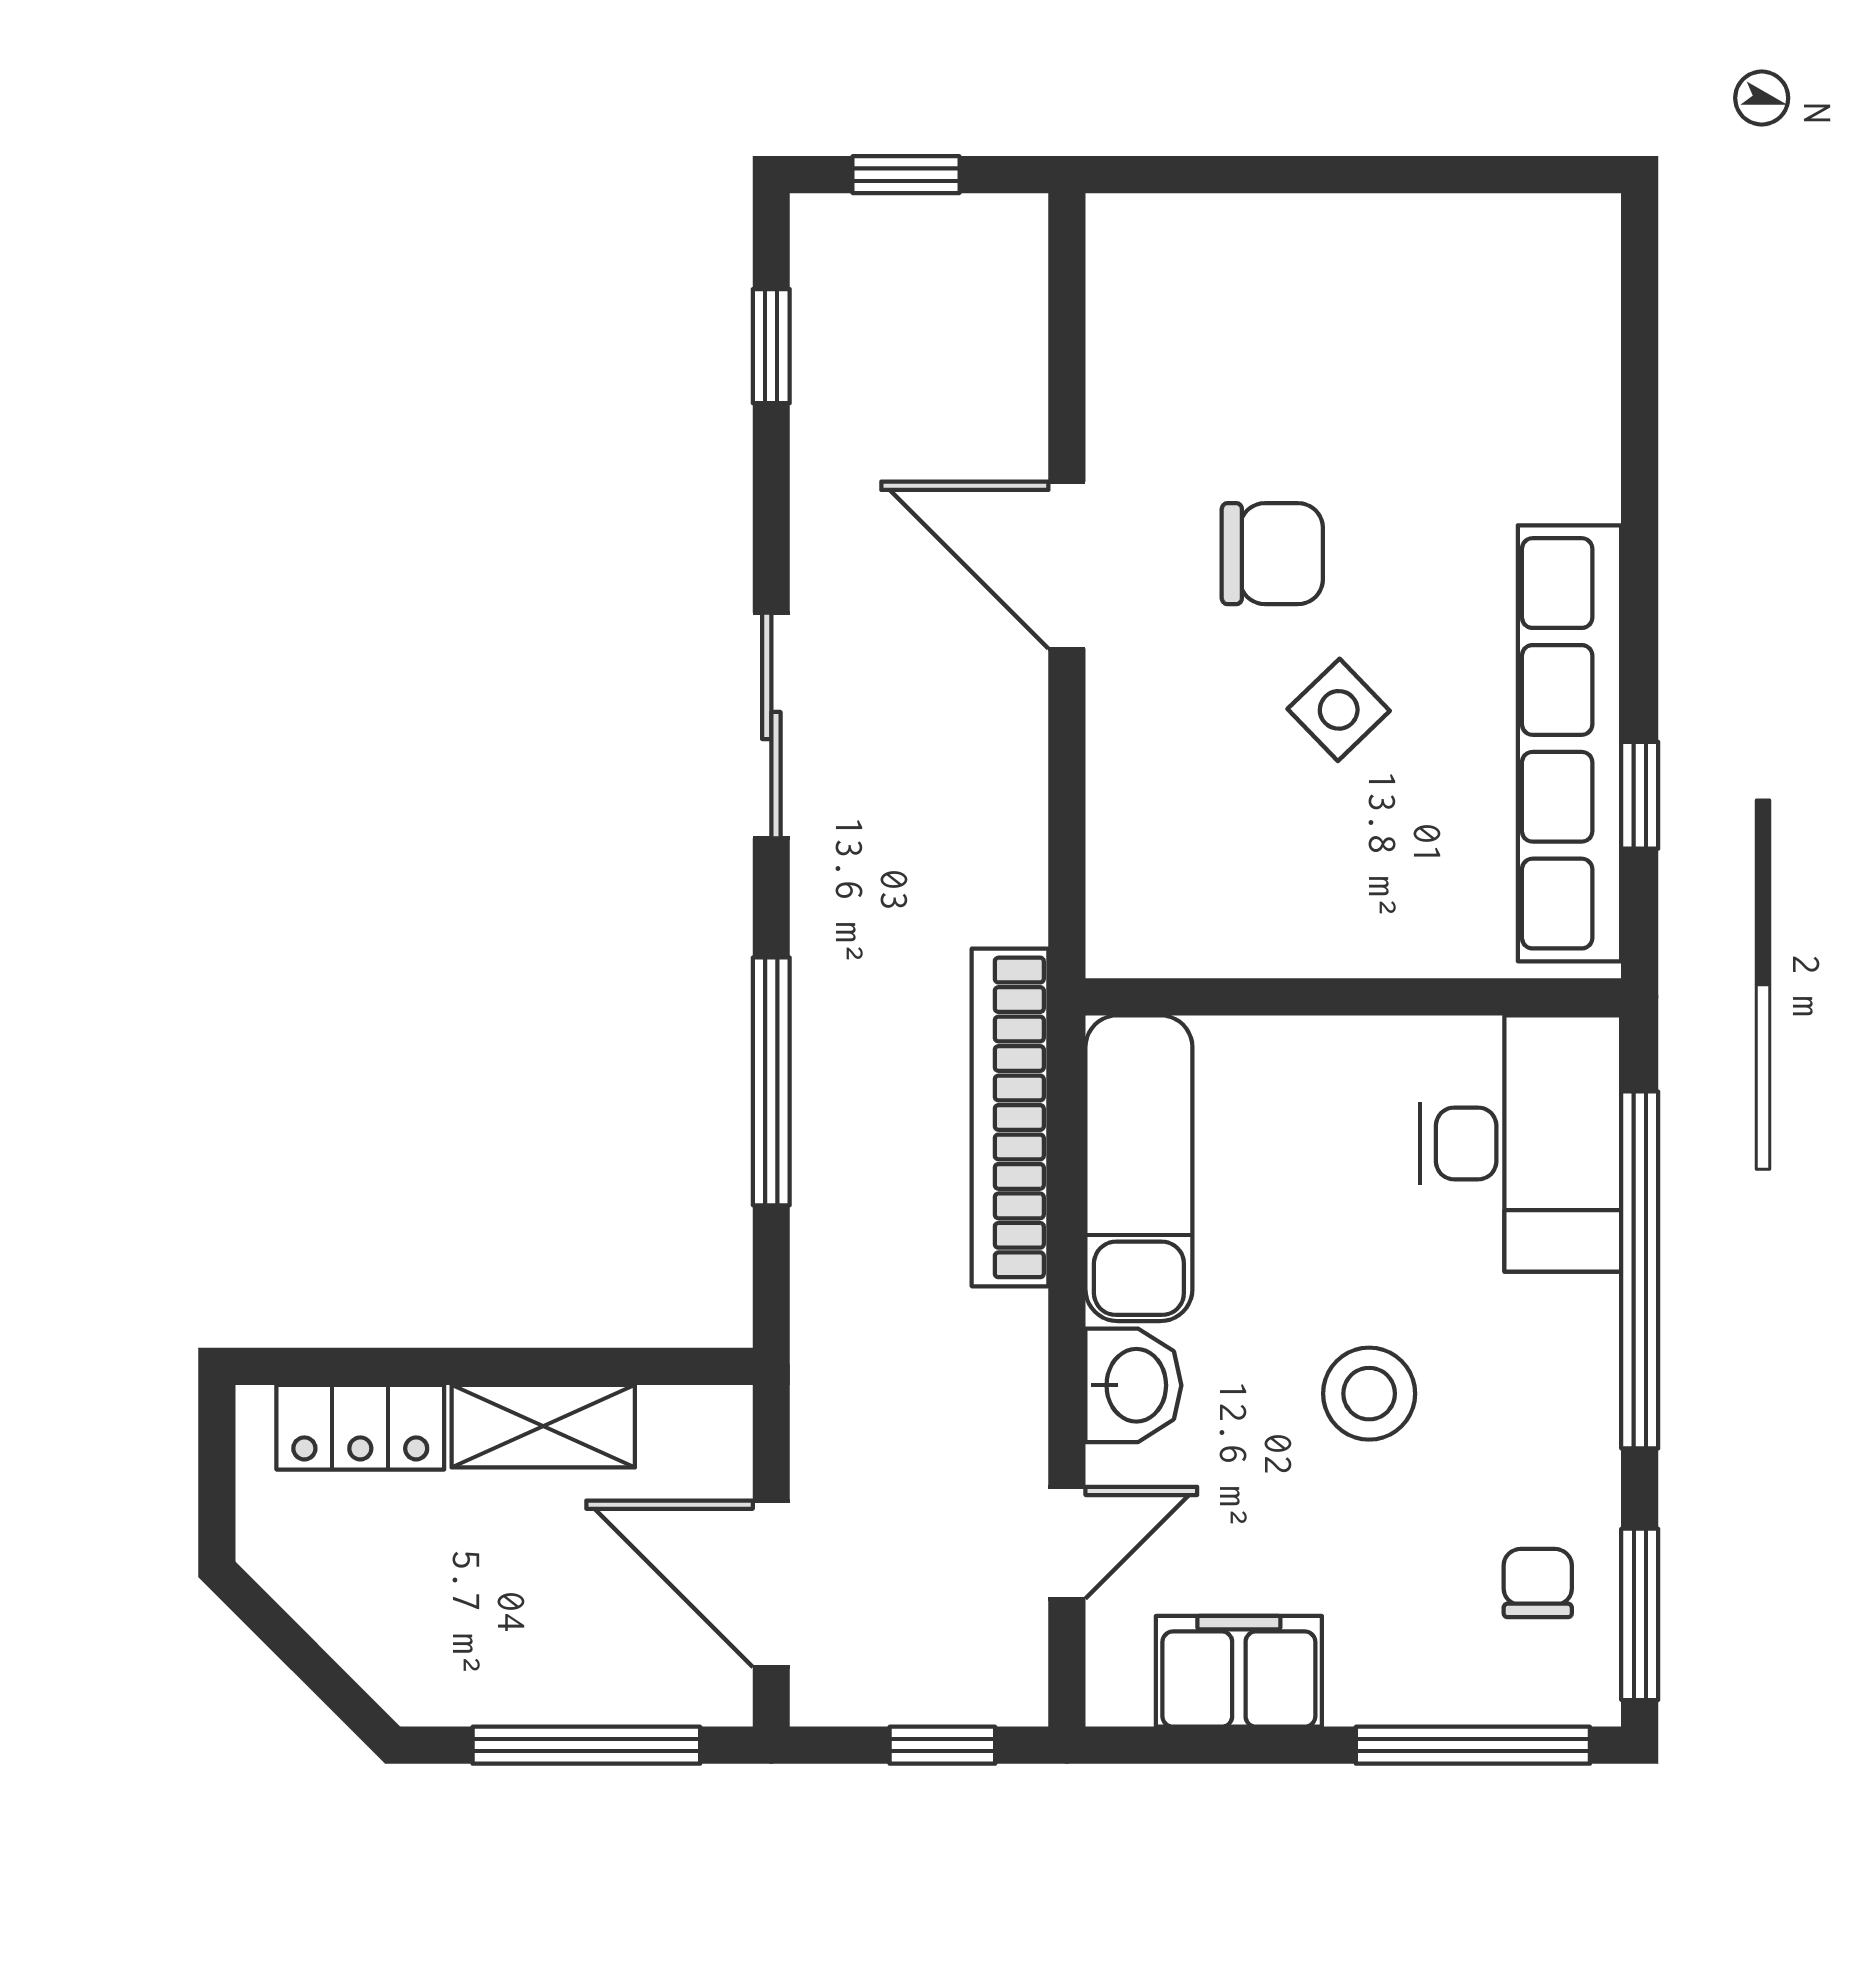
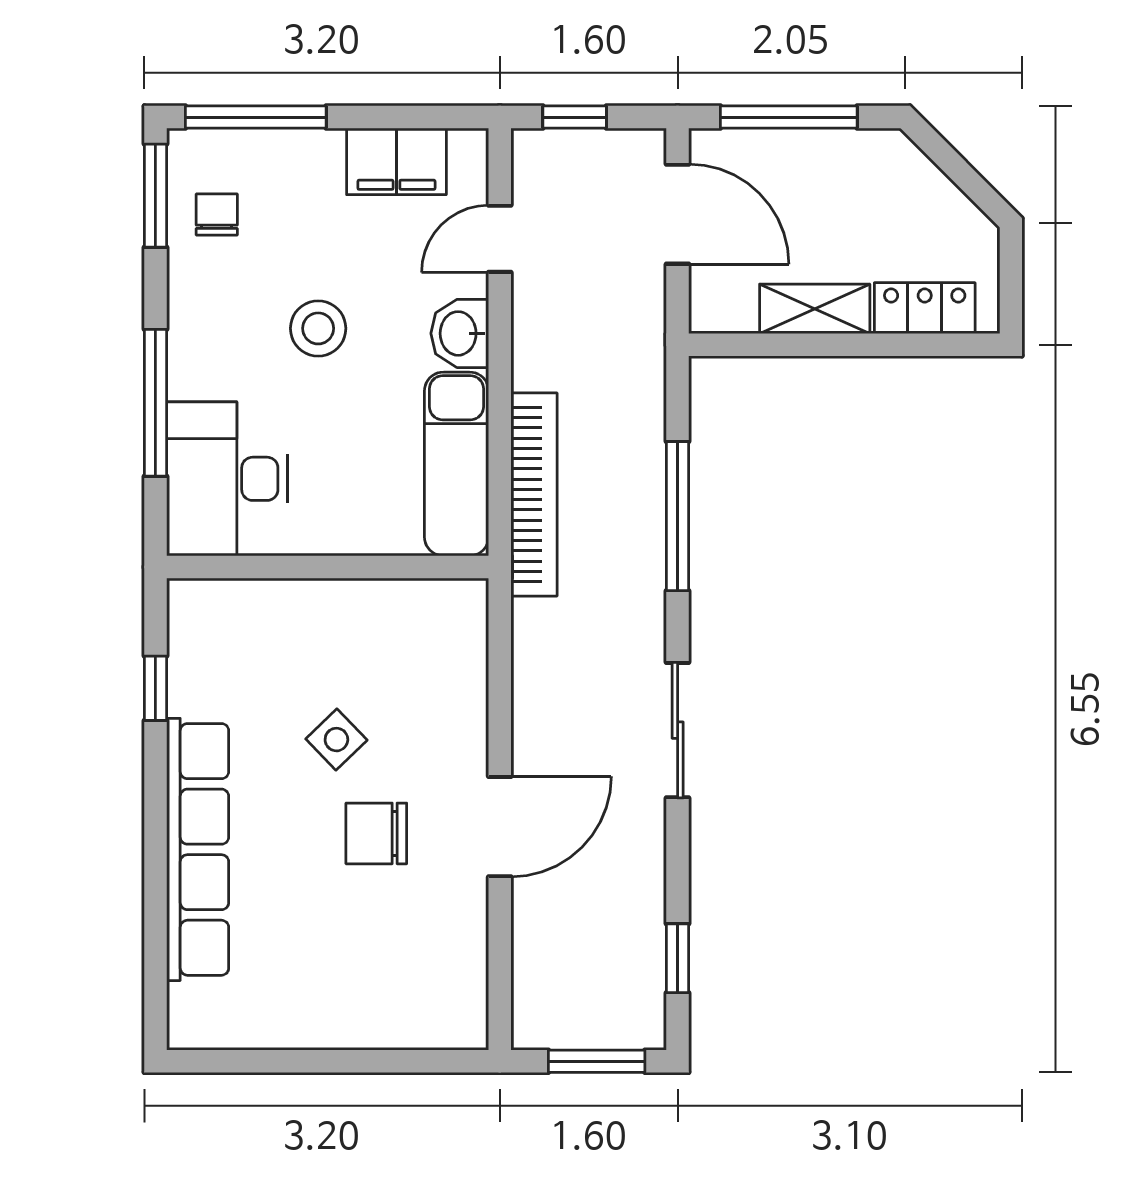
window: (906, 175) -> (597, 1061), width x1.50
door: (1067, 565) -> (500, 827), hinge flipped
row of seats: (1570, 743) -> (198, 849), moved
window: (1640, 1270) -> (155, 403), width x0.68
chair: (1538, 1583) -> (217, 215), turned 180

